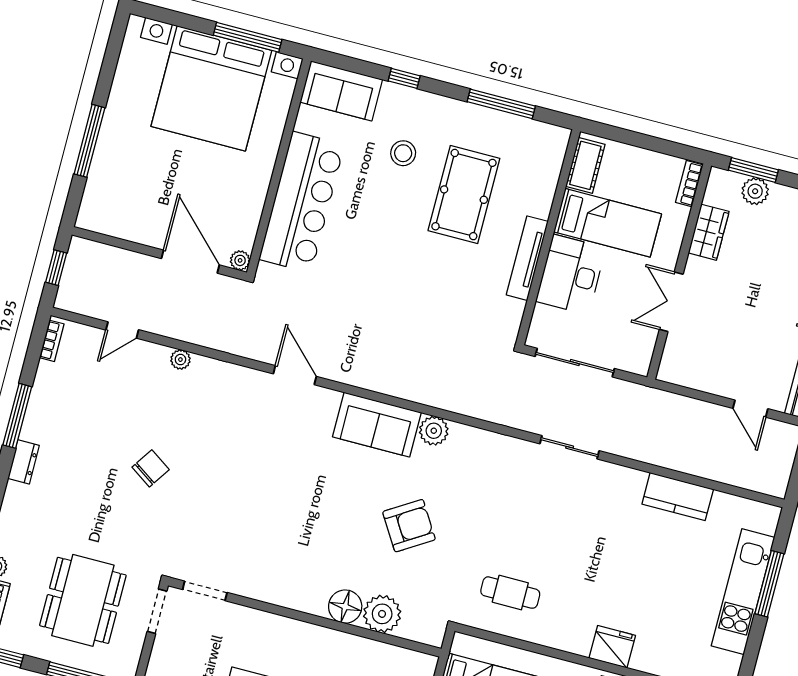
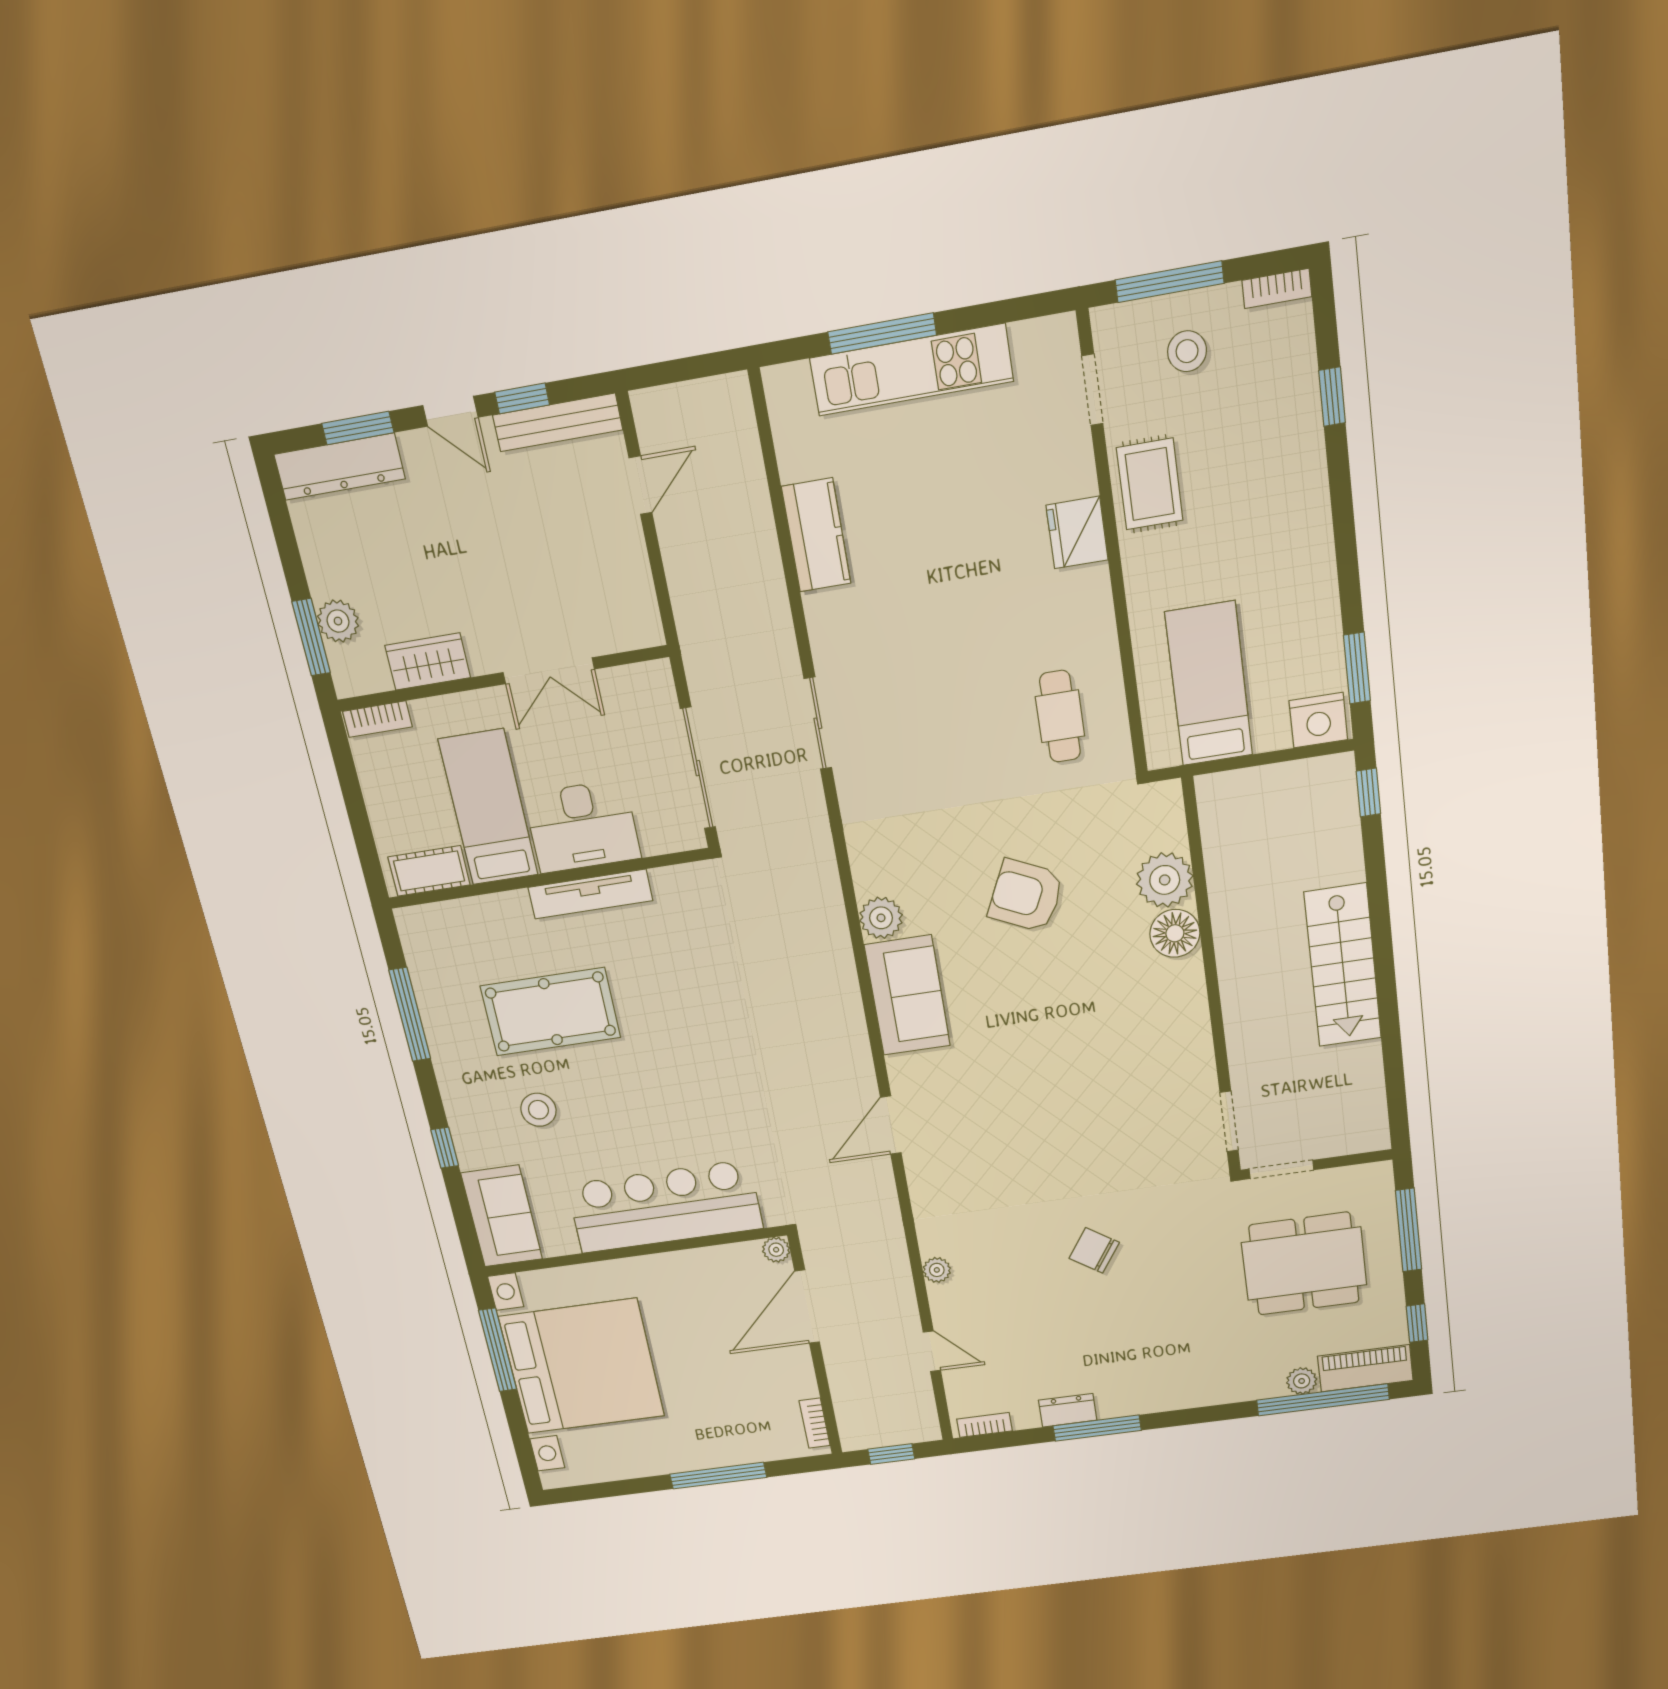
bookcase: (102, 226) -> (815, 1423), added
dresser: (24, 462) -> (1068, 1410), moved
armchair: (409, 526) -> (1026, 896), turned -33

